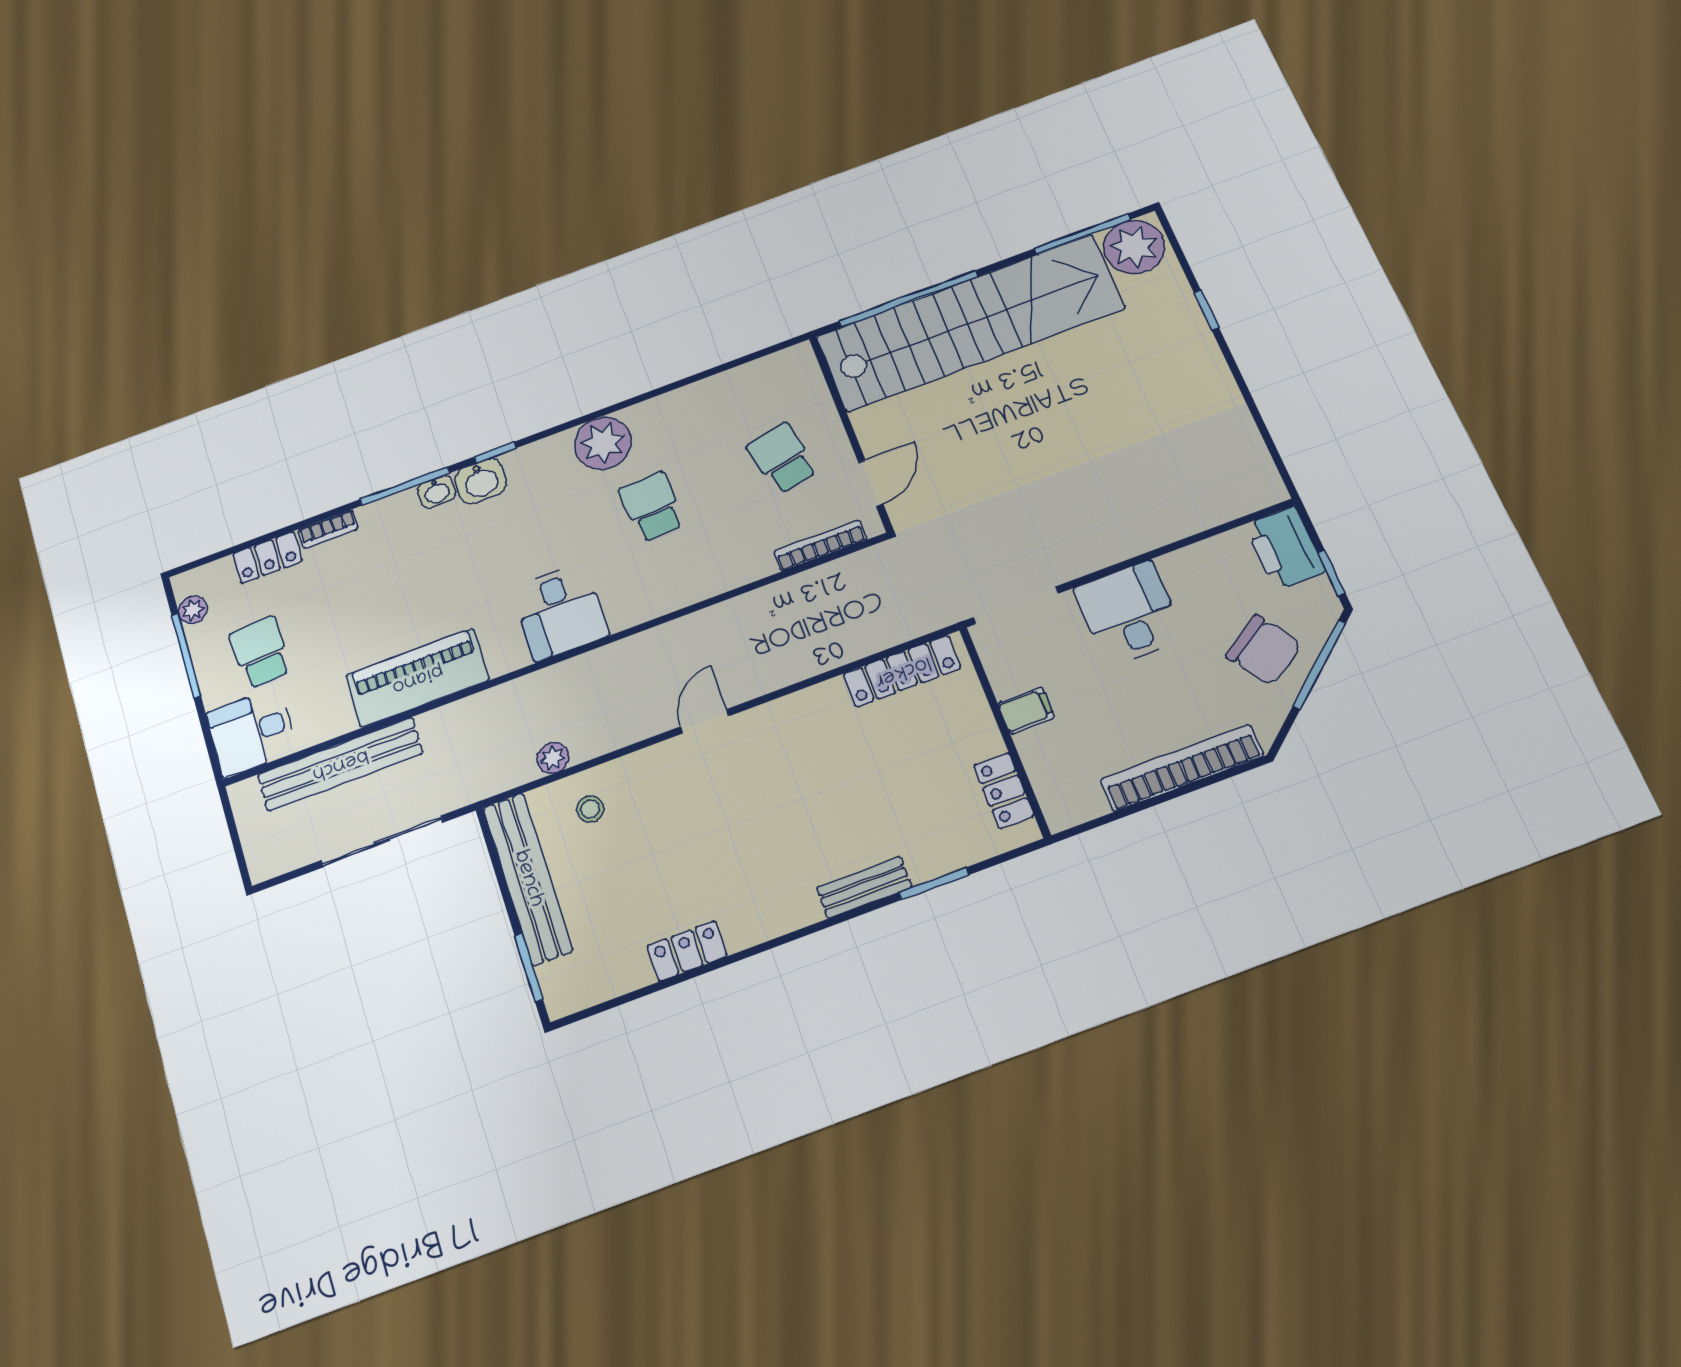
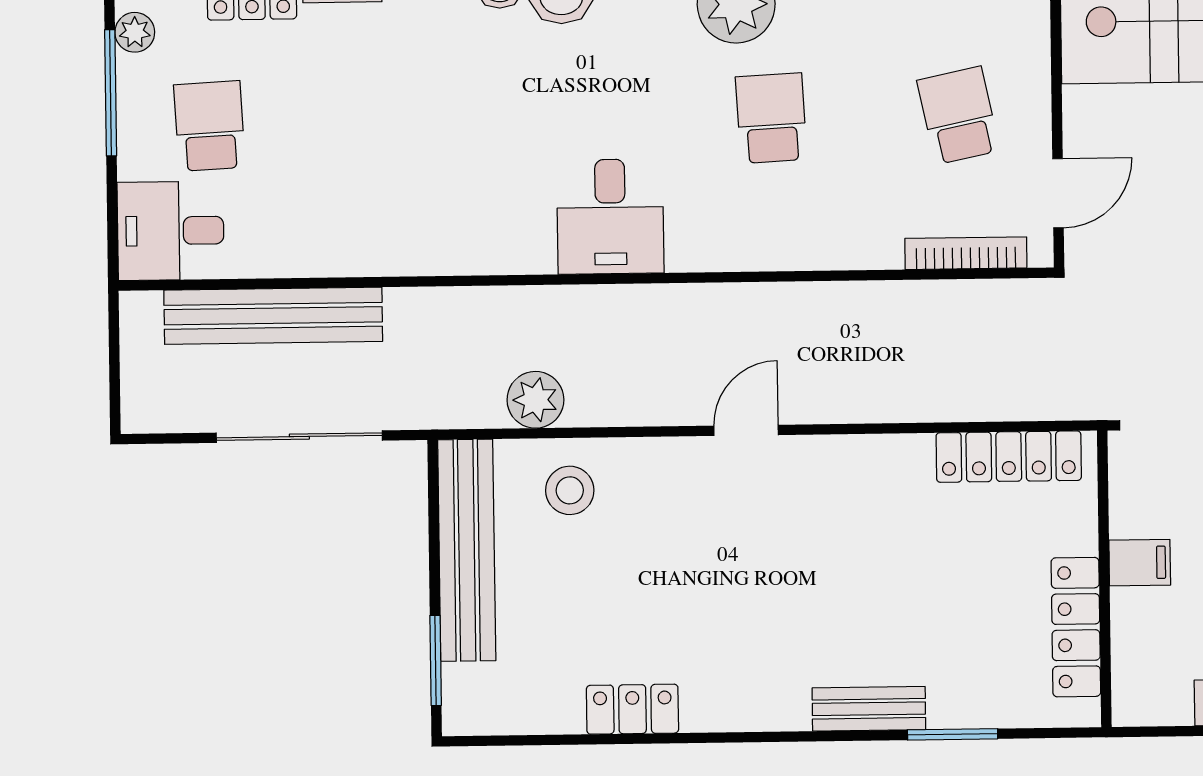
piano: (417, 678) -> (403, 237), removed
plant: (553, 758) -> (535, 400), width x1.38, depth x1.38
locker: (1004, 791) -> (1076, 627), width x1.53
stool: (590, 809) -> (570, 490), width x1.37, depth x1.37

